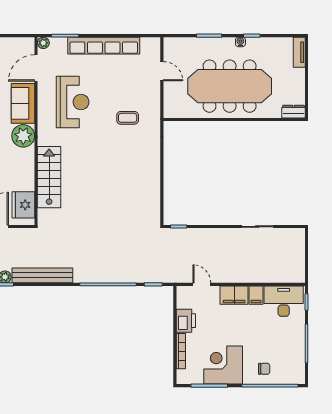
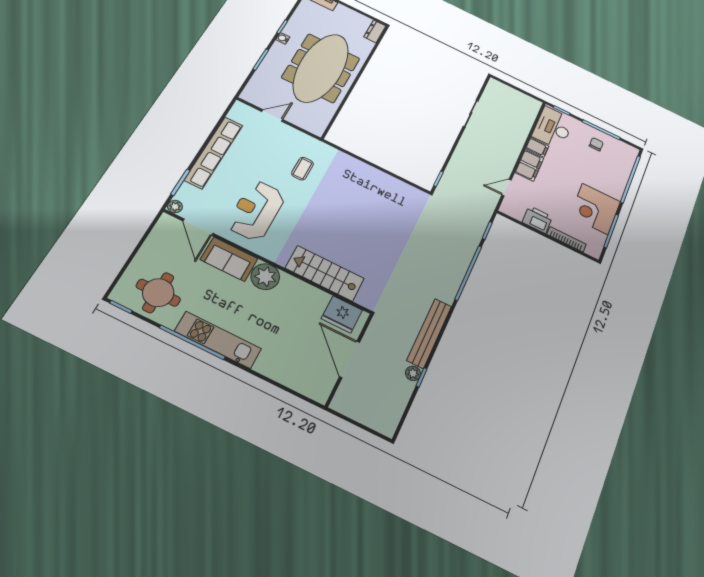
reception desk: (73, 102) -> (256, 210), turned -90
chair: (264, 369) -> (596, 144), moved

